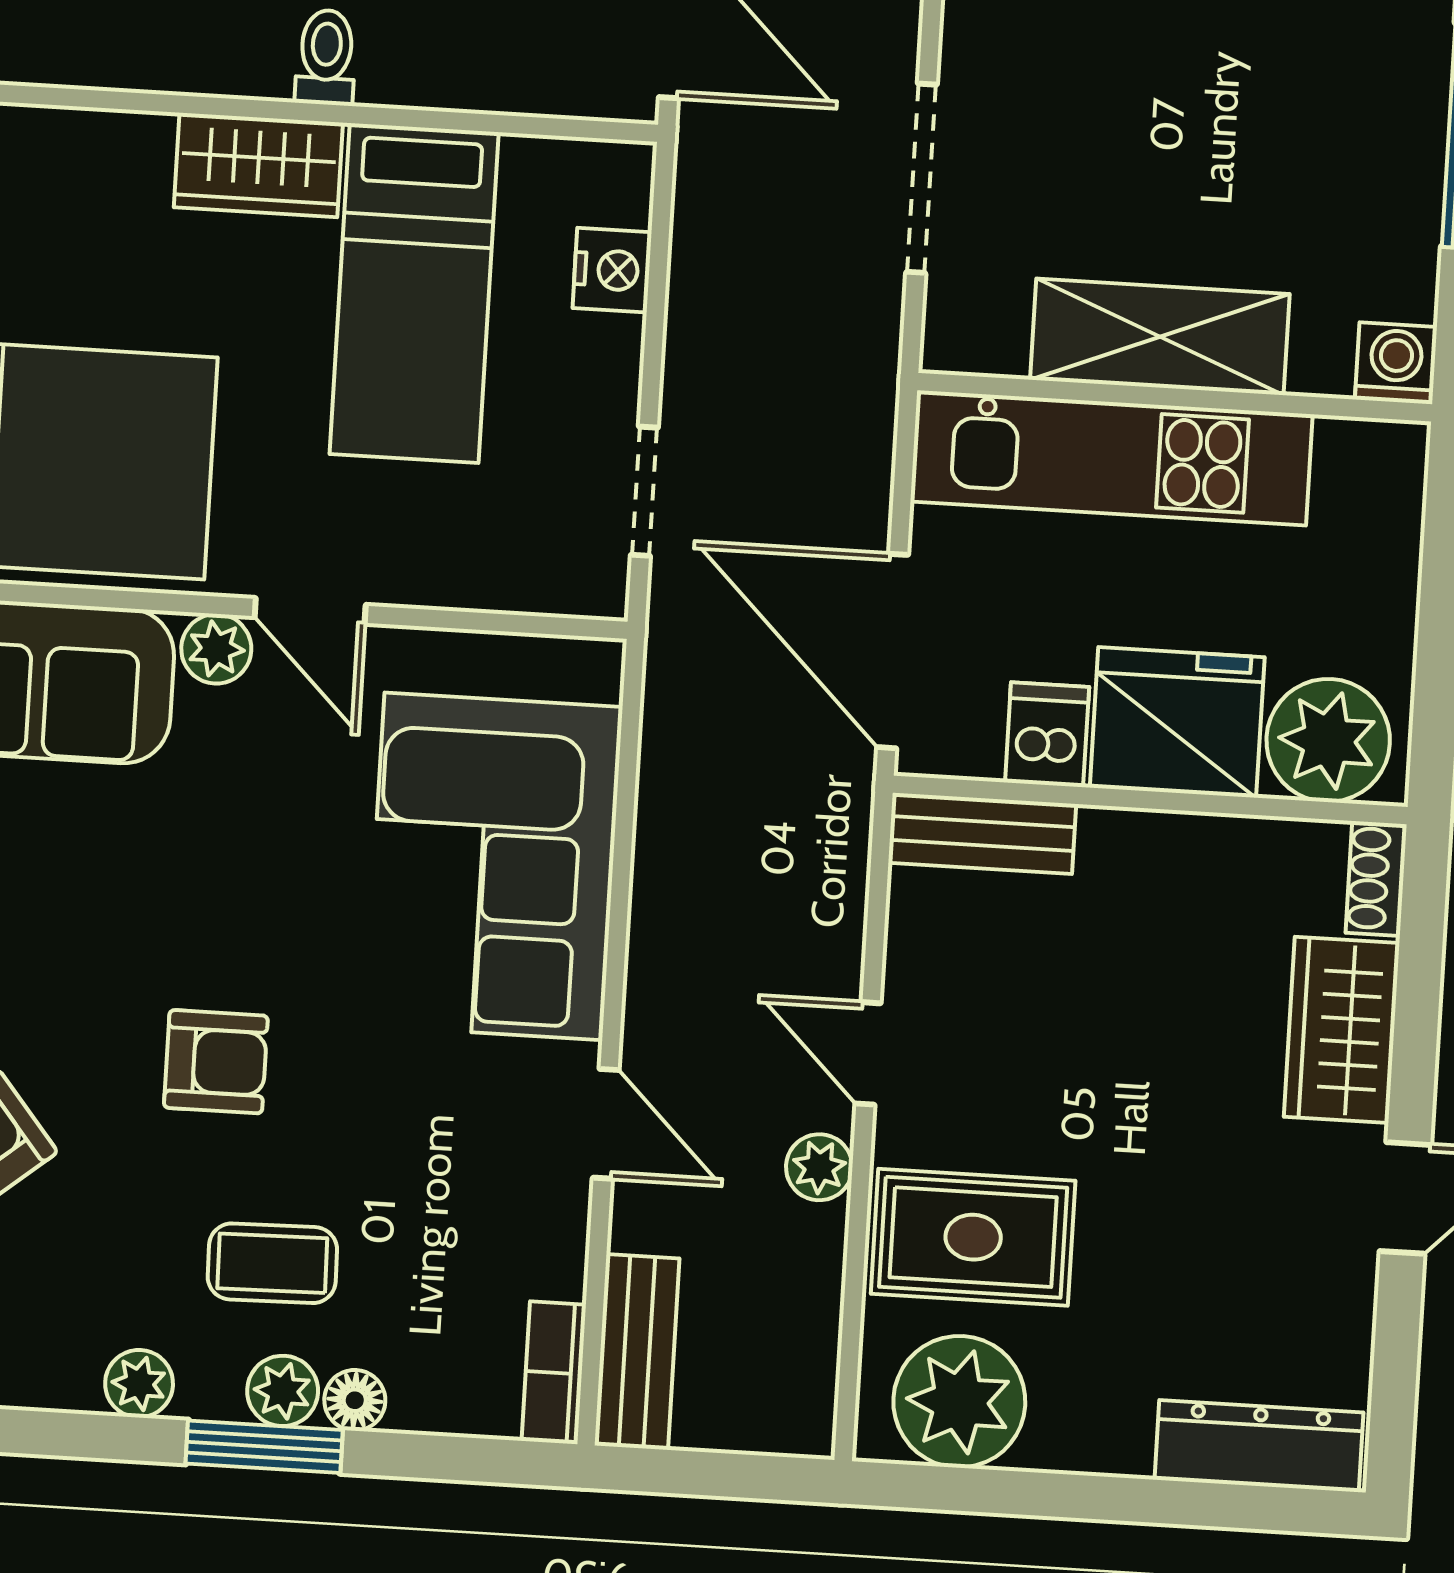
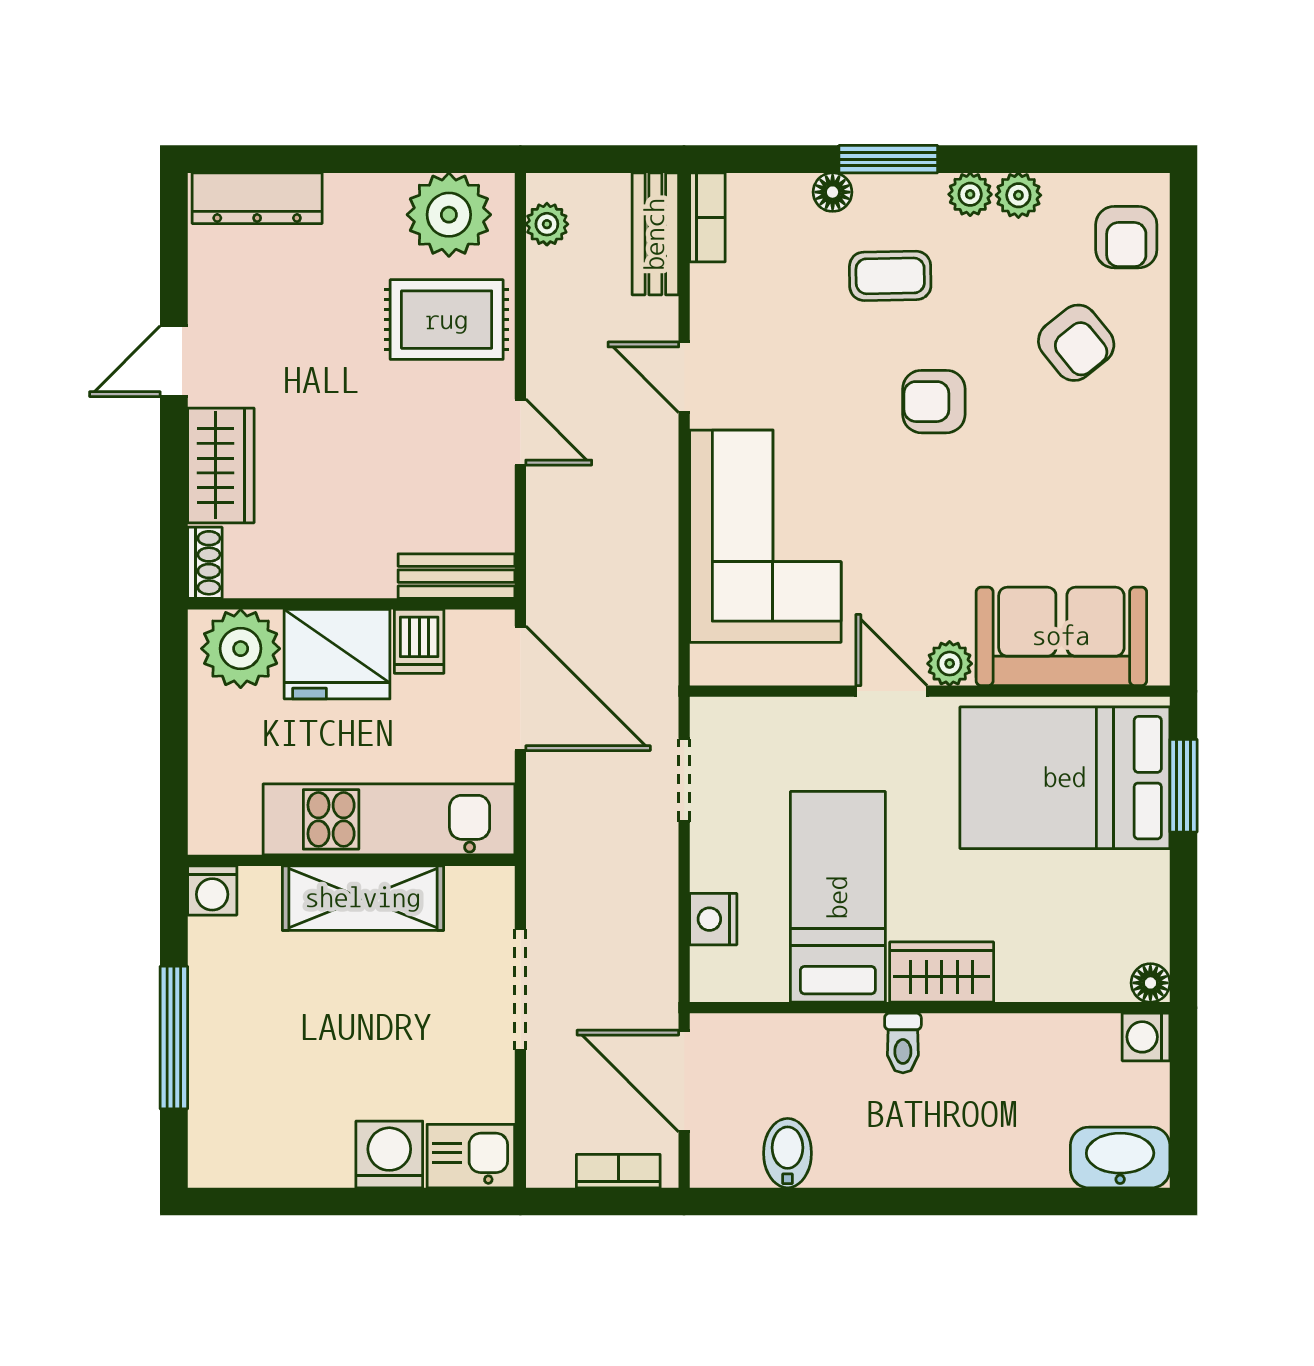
plant: (819, 1167) -> (547, 224), moved
plant: (283, 1391) -> (1018, 195), moved

